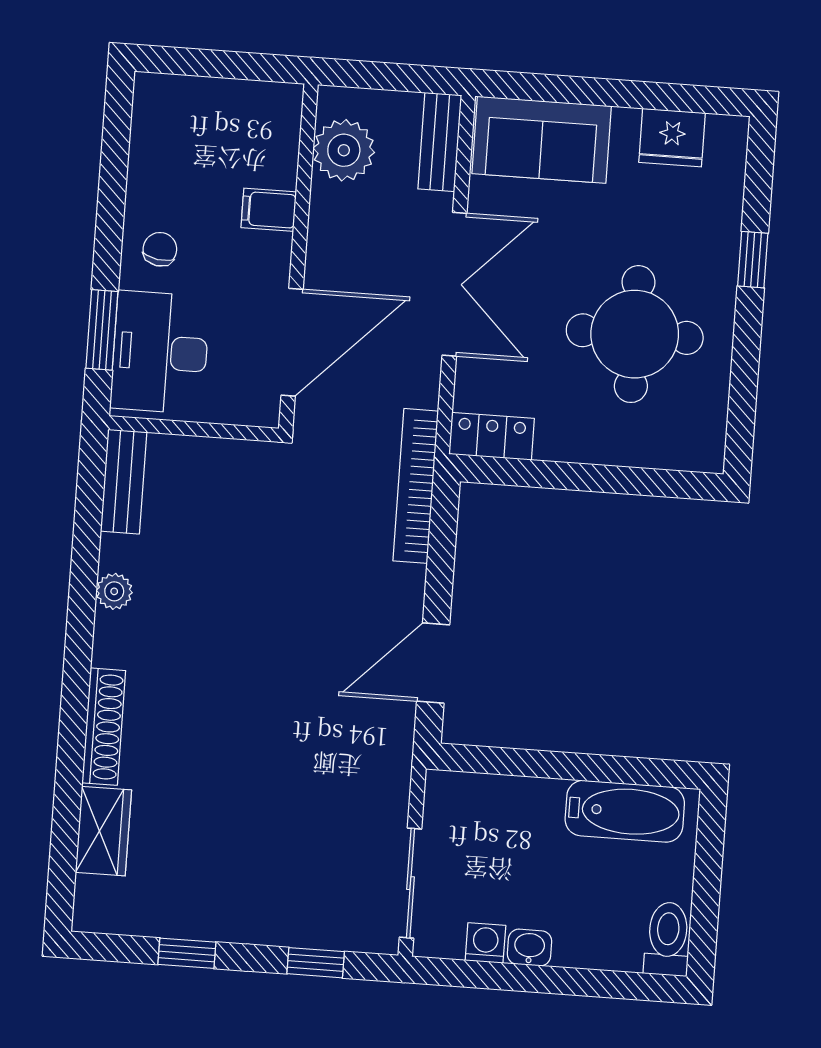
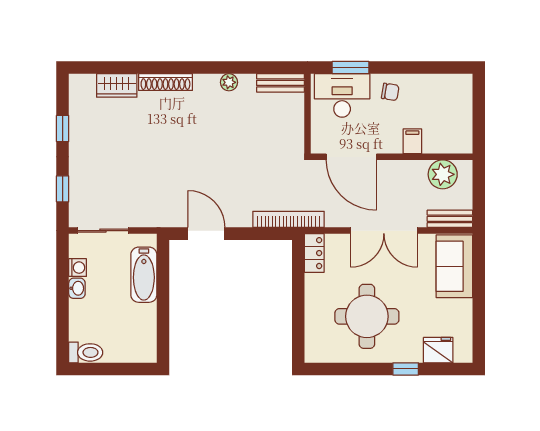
fridge: (672, 138) -> (438, 350), moved, turned 90
bathtub: (625, 811) -> (144, 275), moved

